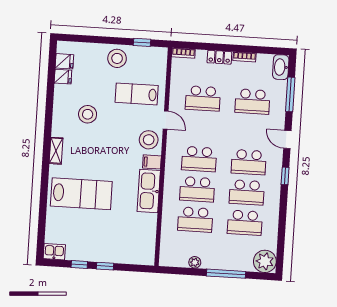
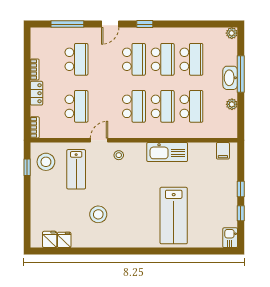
stool: (117, 58) -> (46, 162), moved
washbasin: (281, 67) -> (230, 78), moved, turned 90
stool: (149, 140) -> (119, 155), width x0.53, depth x0.53
shelving: (56, 151) -> (135, 242), removed
filing cabinet: (152, 162) -> (223, 151), moved
lab bench: (81, 194) -> (174, 216), turned 180
plant: (265, 261) -> (232, 33), width x0.53, depth x0.53

